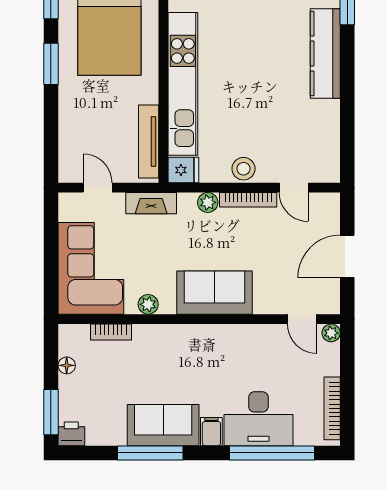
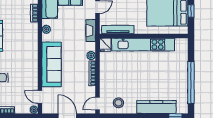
stool: (243, 169) -> (118, 103), moved
door: (294, 188) -> (98, 104), moved
sofa: (215, 293) -> (52, 64), width x1.36
door: (302, 319) -> (40, 97), hinge flipped

